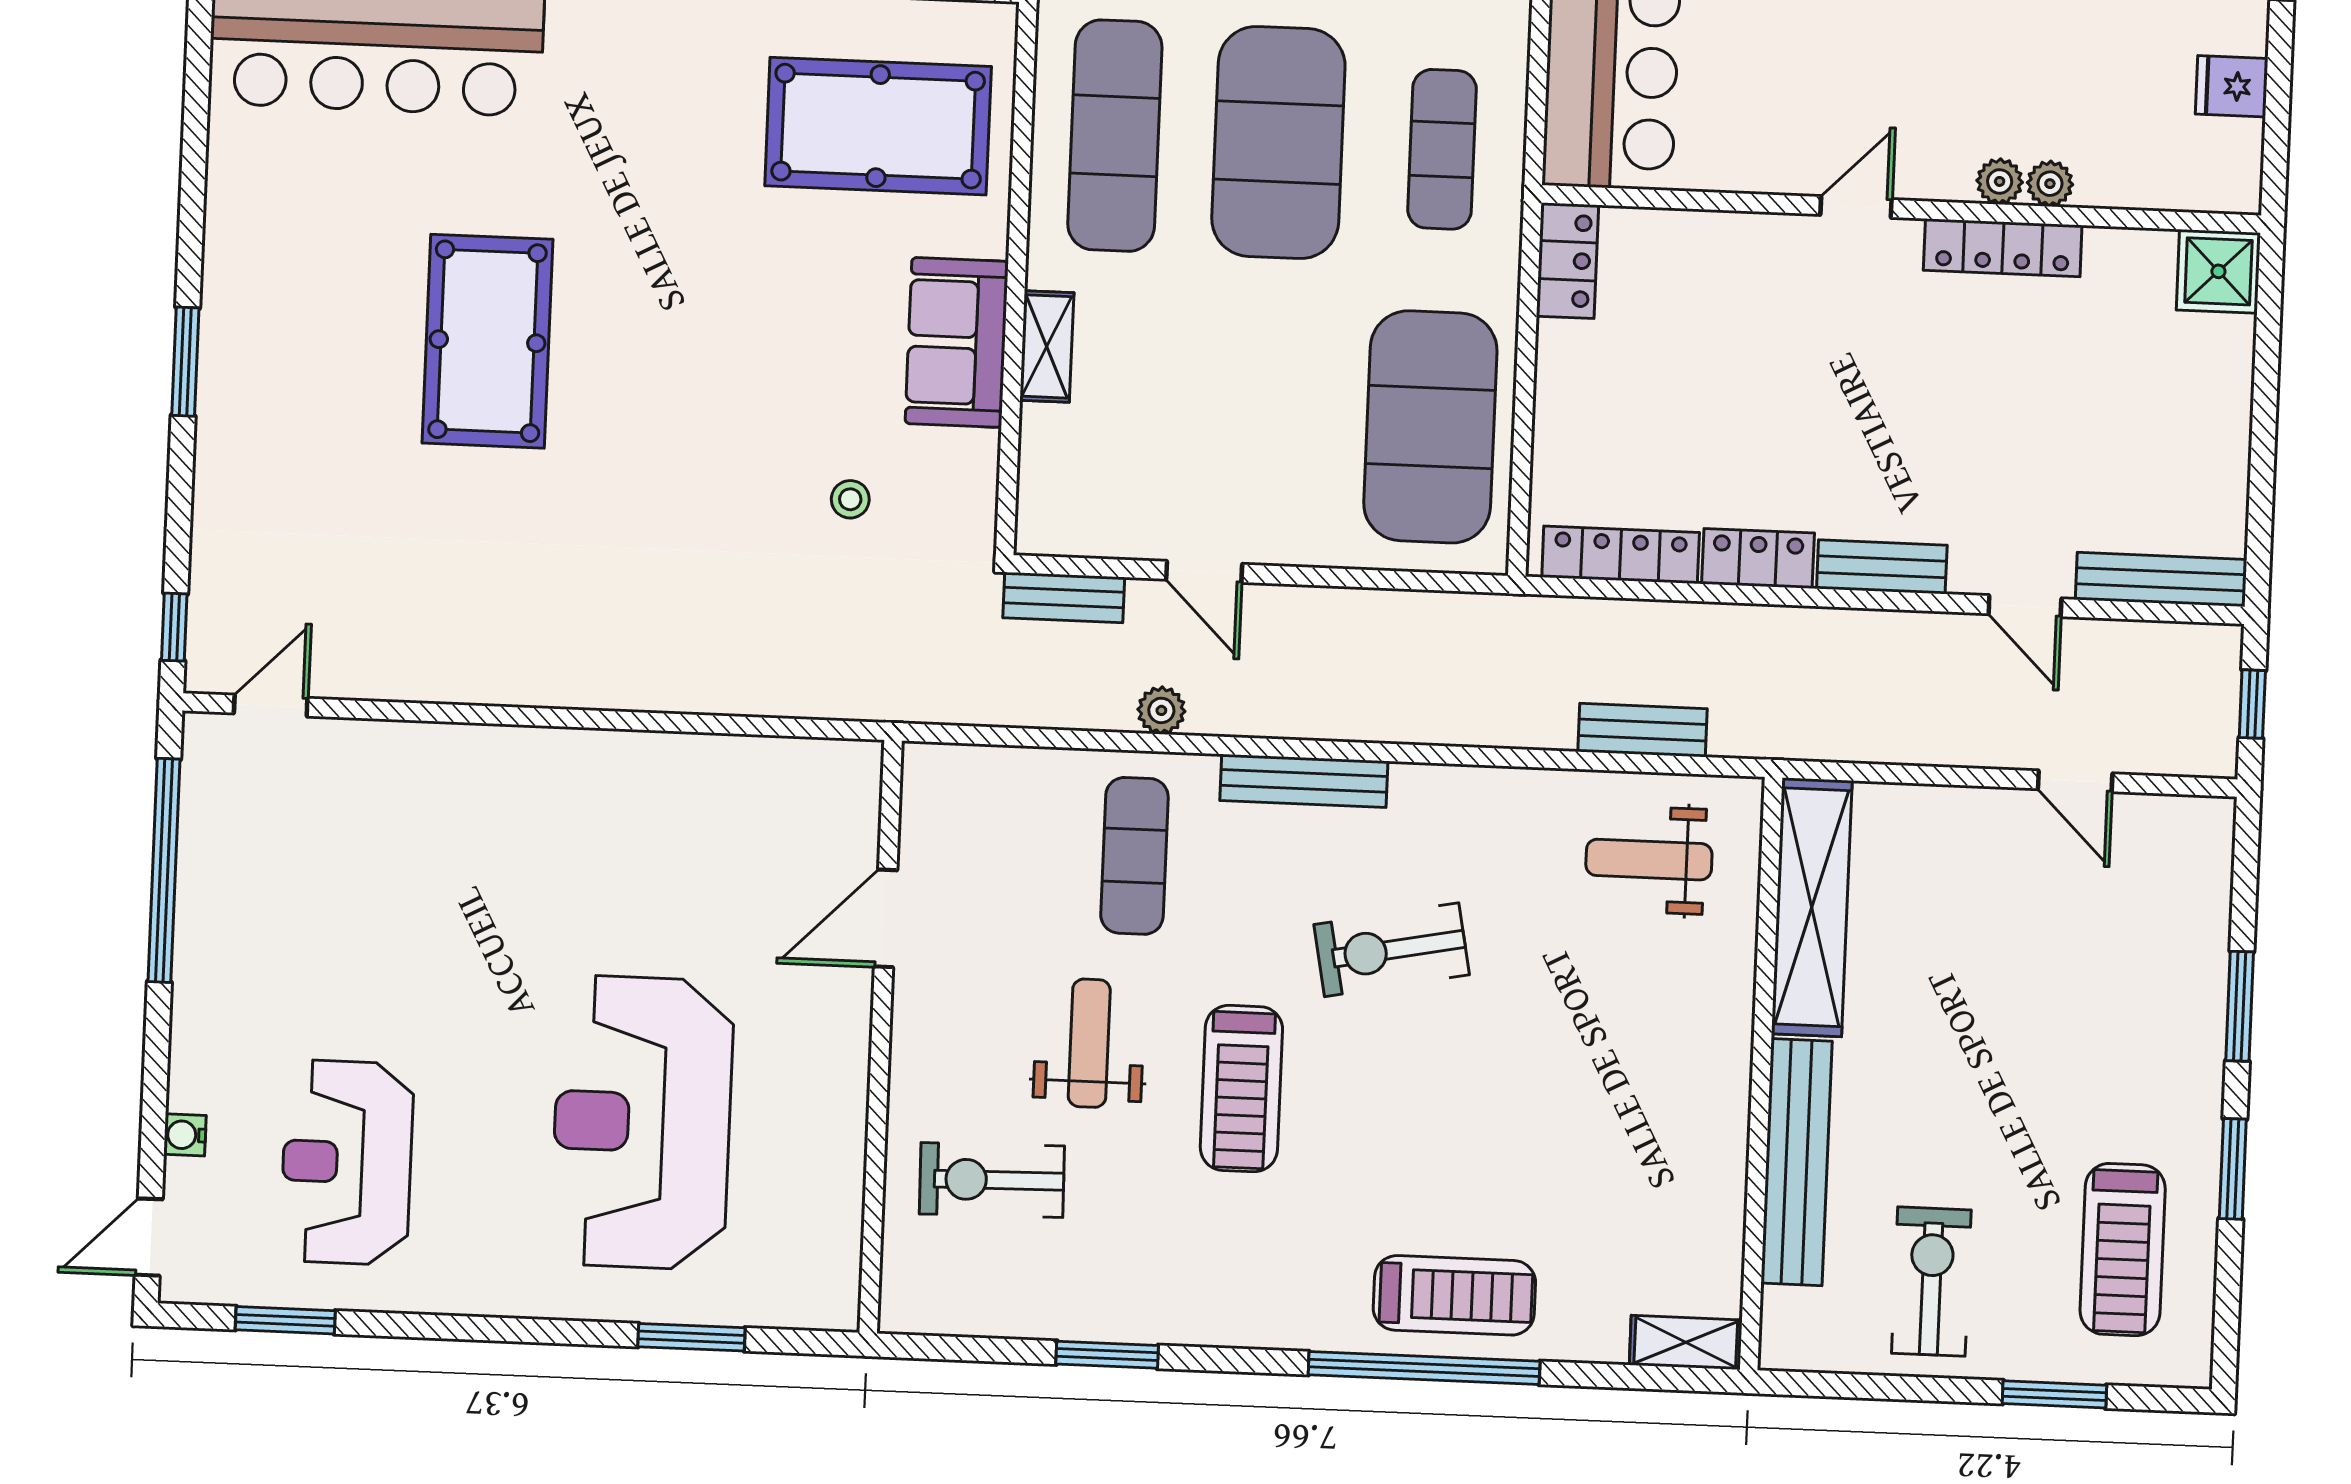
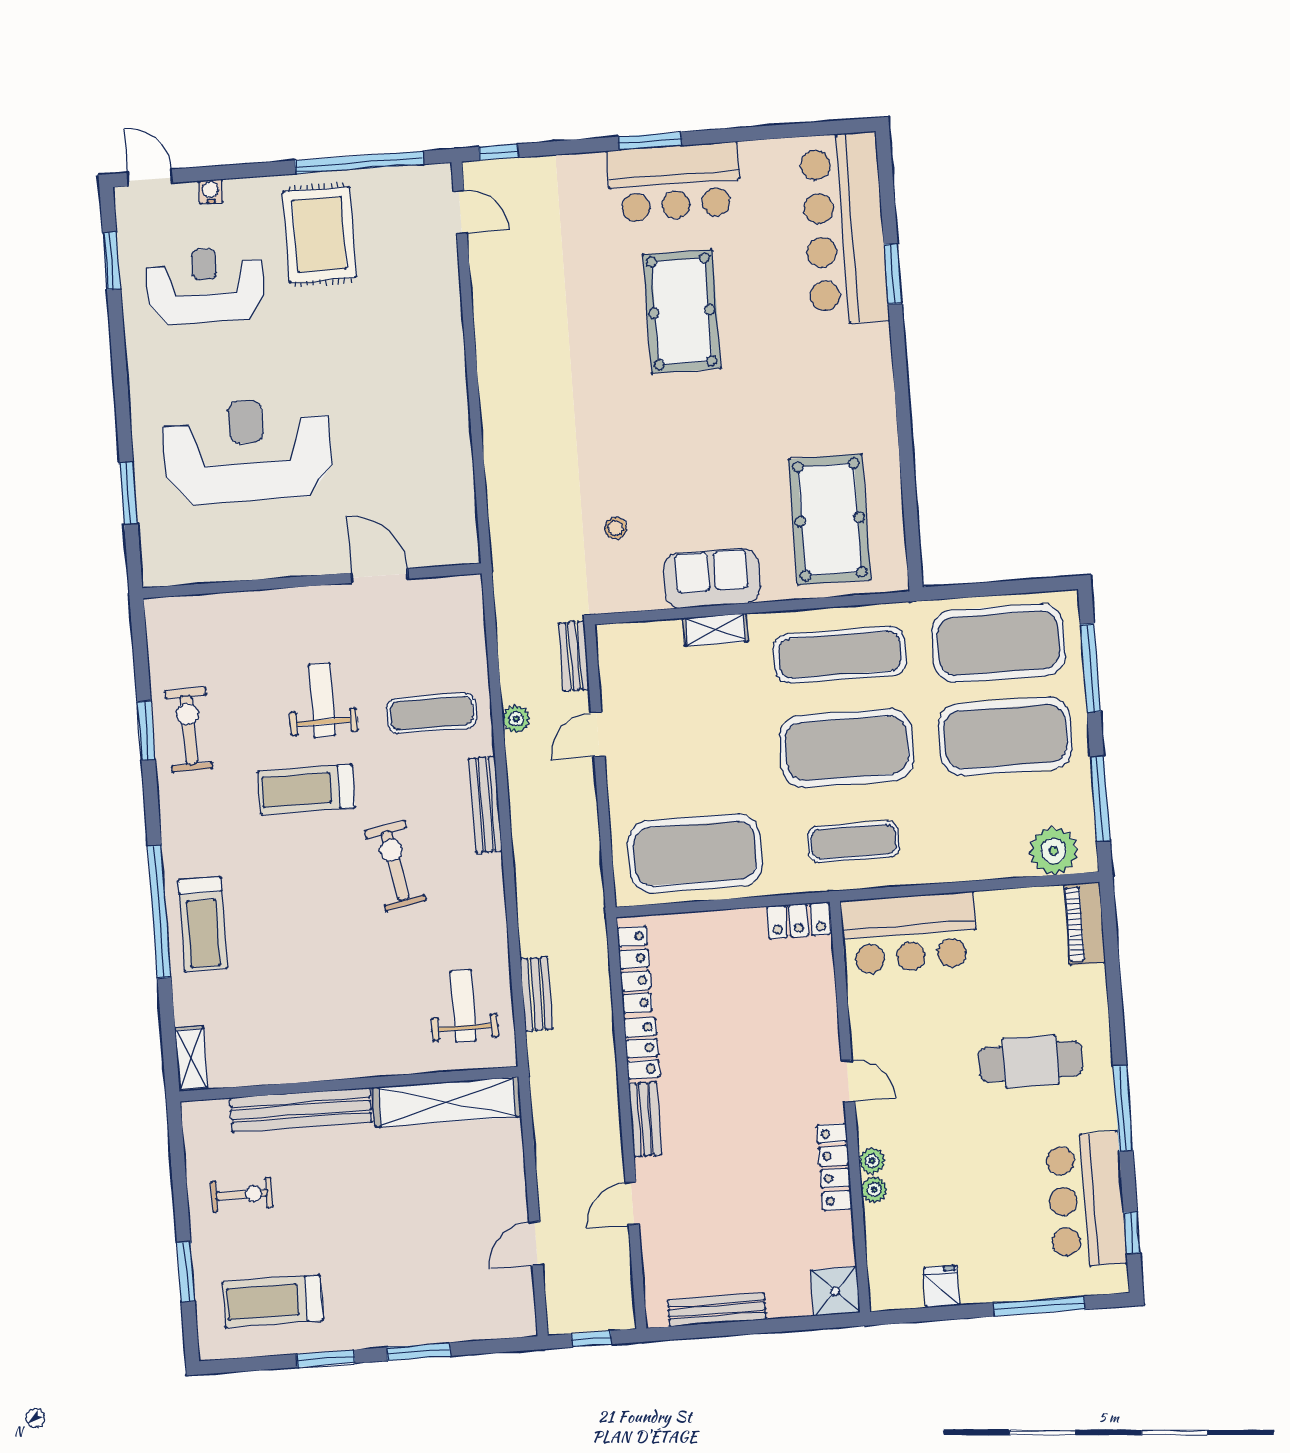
bar counter: (262, 328) -> (674, 182), added
pool table: (488, 341) -> (682, 311), turned 90
bench: (2161, 579) -> (717, 1310), moved, turned 90
rug: (281, 954) -> (319, 234), added
weight bench: (1089, 1043) -> (322, 700), turned -90
exercise bike: (992, 1180) -> (189, 730), moved
exercise bike: (1931, 1282) -> (242, 1194), width x0.73, depth x0.72

